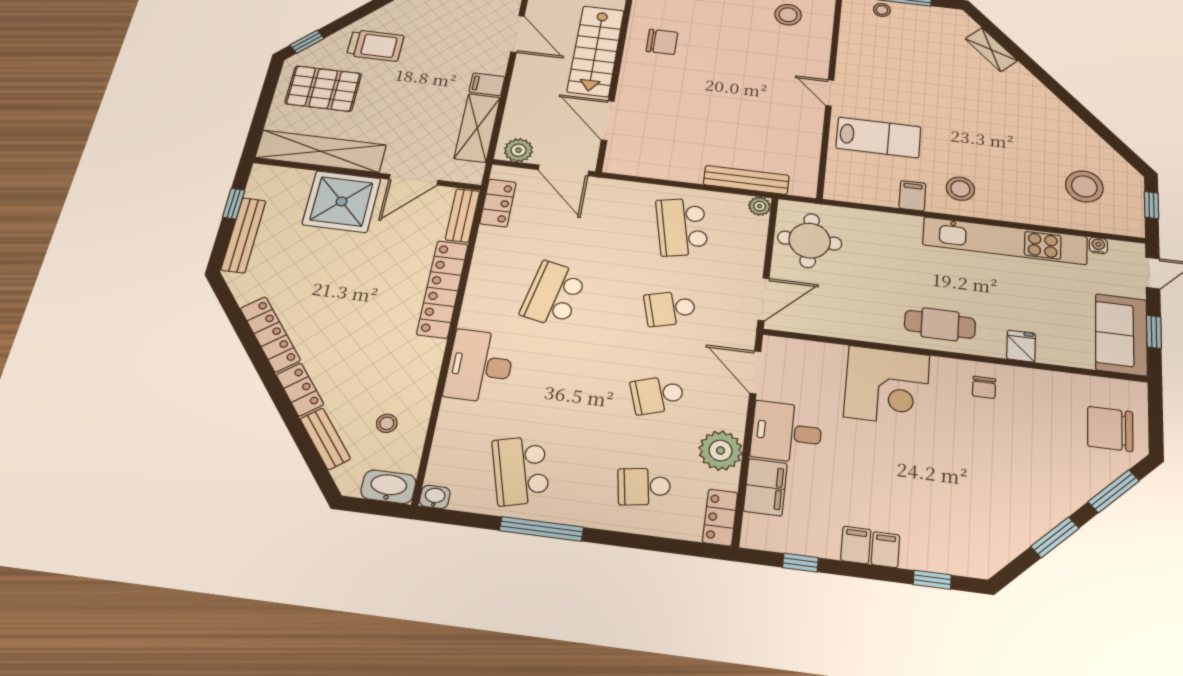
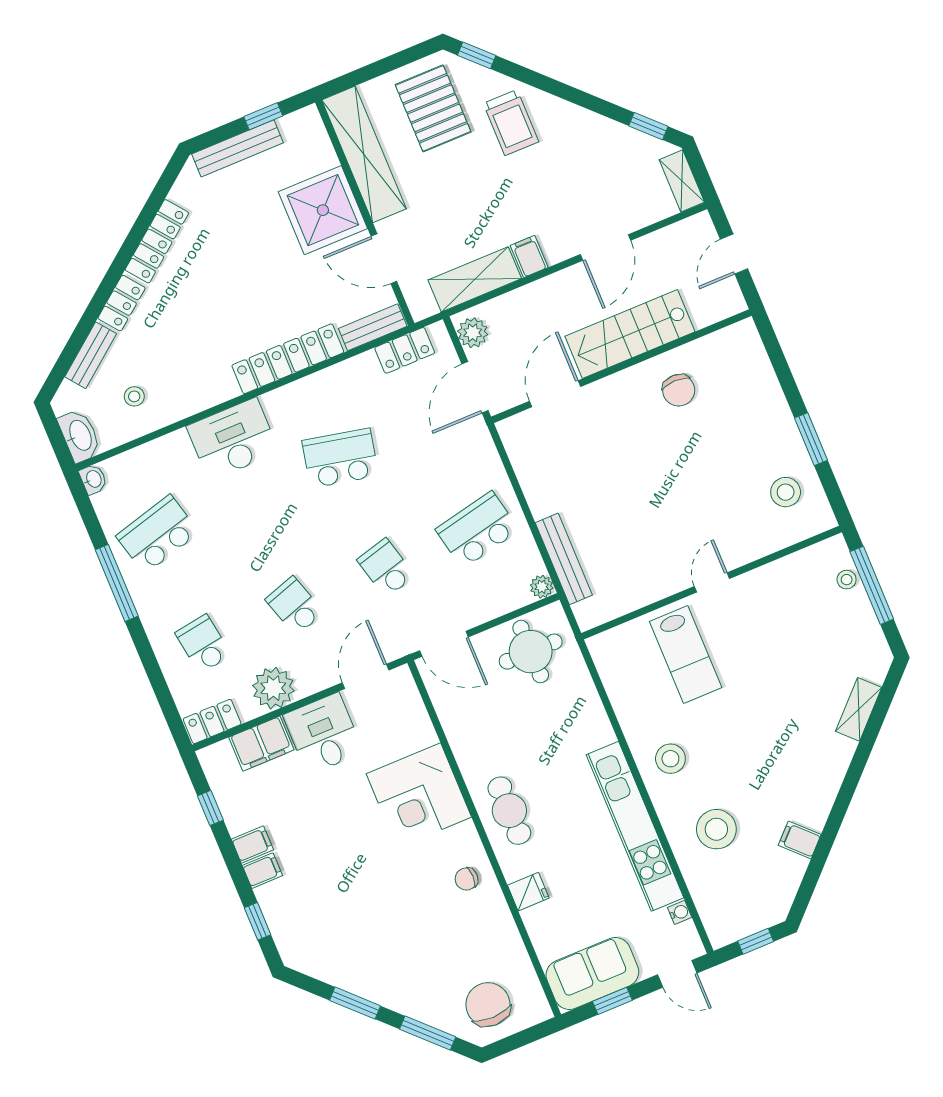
stool: (1084, 186) -> (716, 829), moved
filing cabinet: (912, 196) -> (800, 840), moved, turned -135

